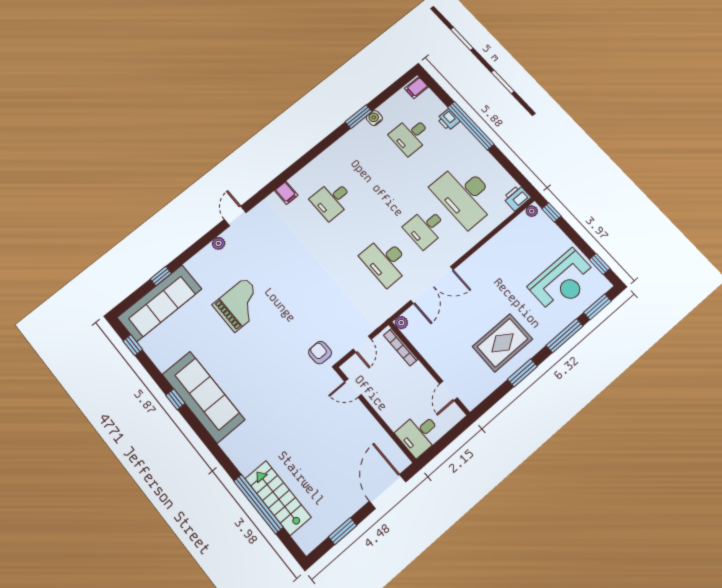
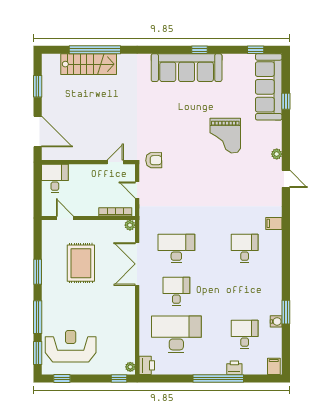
reception desk: (563, 281) -> (71, 346), turned 90
rug: (502, 343) -> (81, 263), moved

